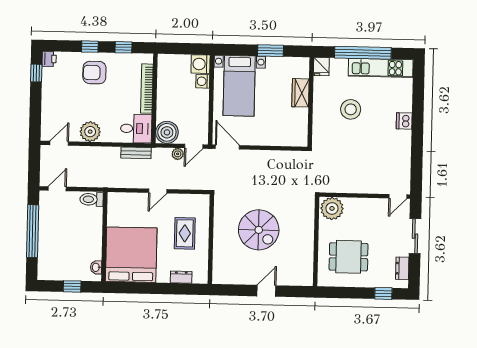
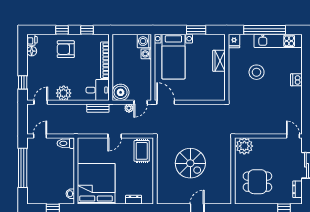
window: (36, 73) -> (23, 82), moved
floor lamp: (48, 74) -> (32, 51), added
door: (398, 196) -> (293, 136), swing flipped
rug: (185, 233) -> (142, 151), moved

